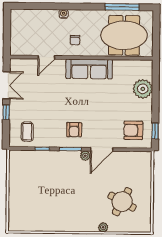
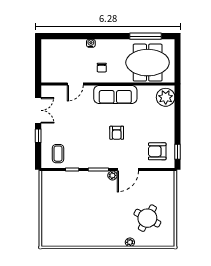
plant: (143, 89) -> (166, 97), moved
armchair: (74, 130) -> (117, 133), moved

